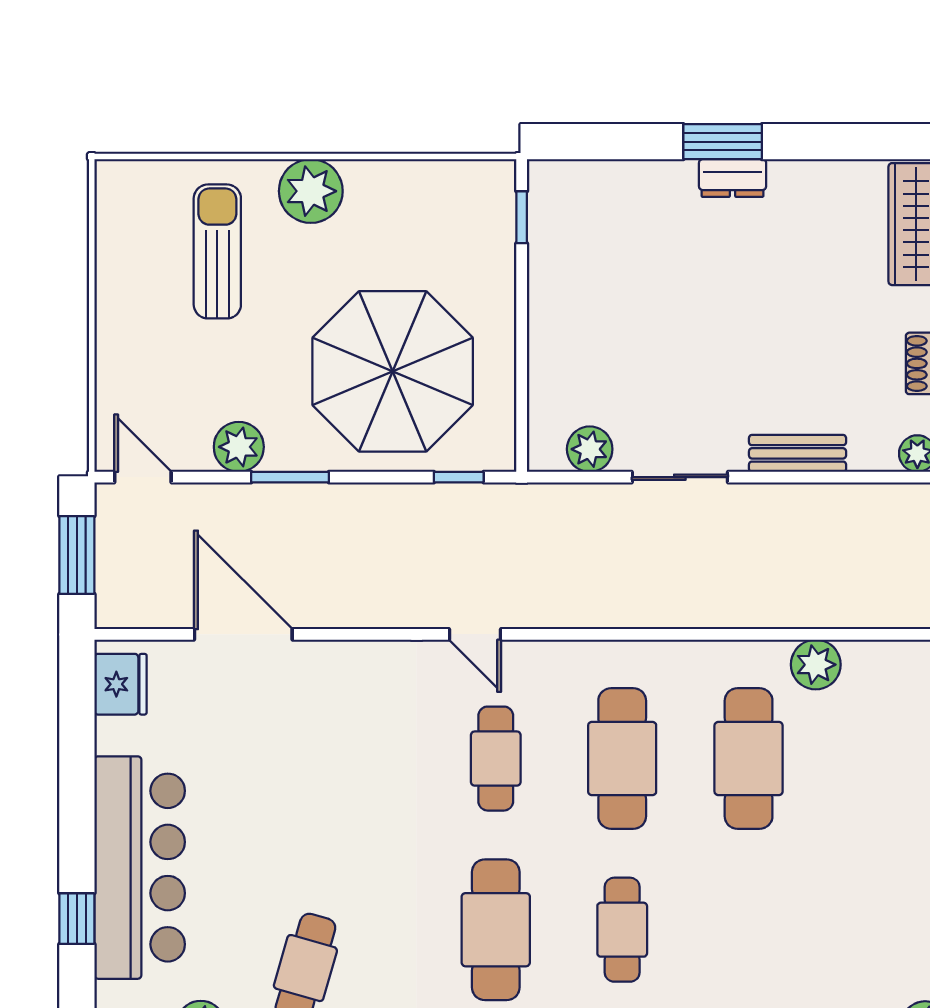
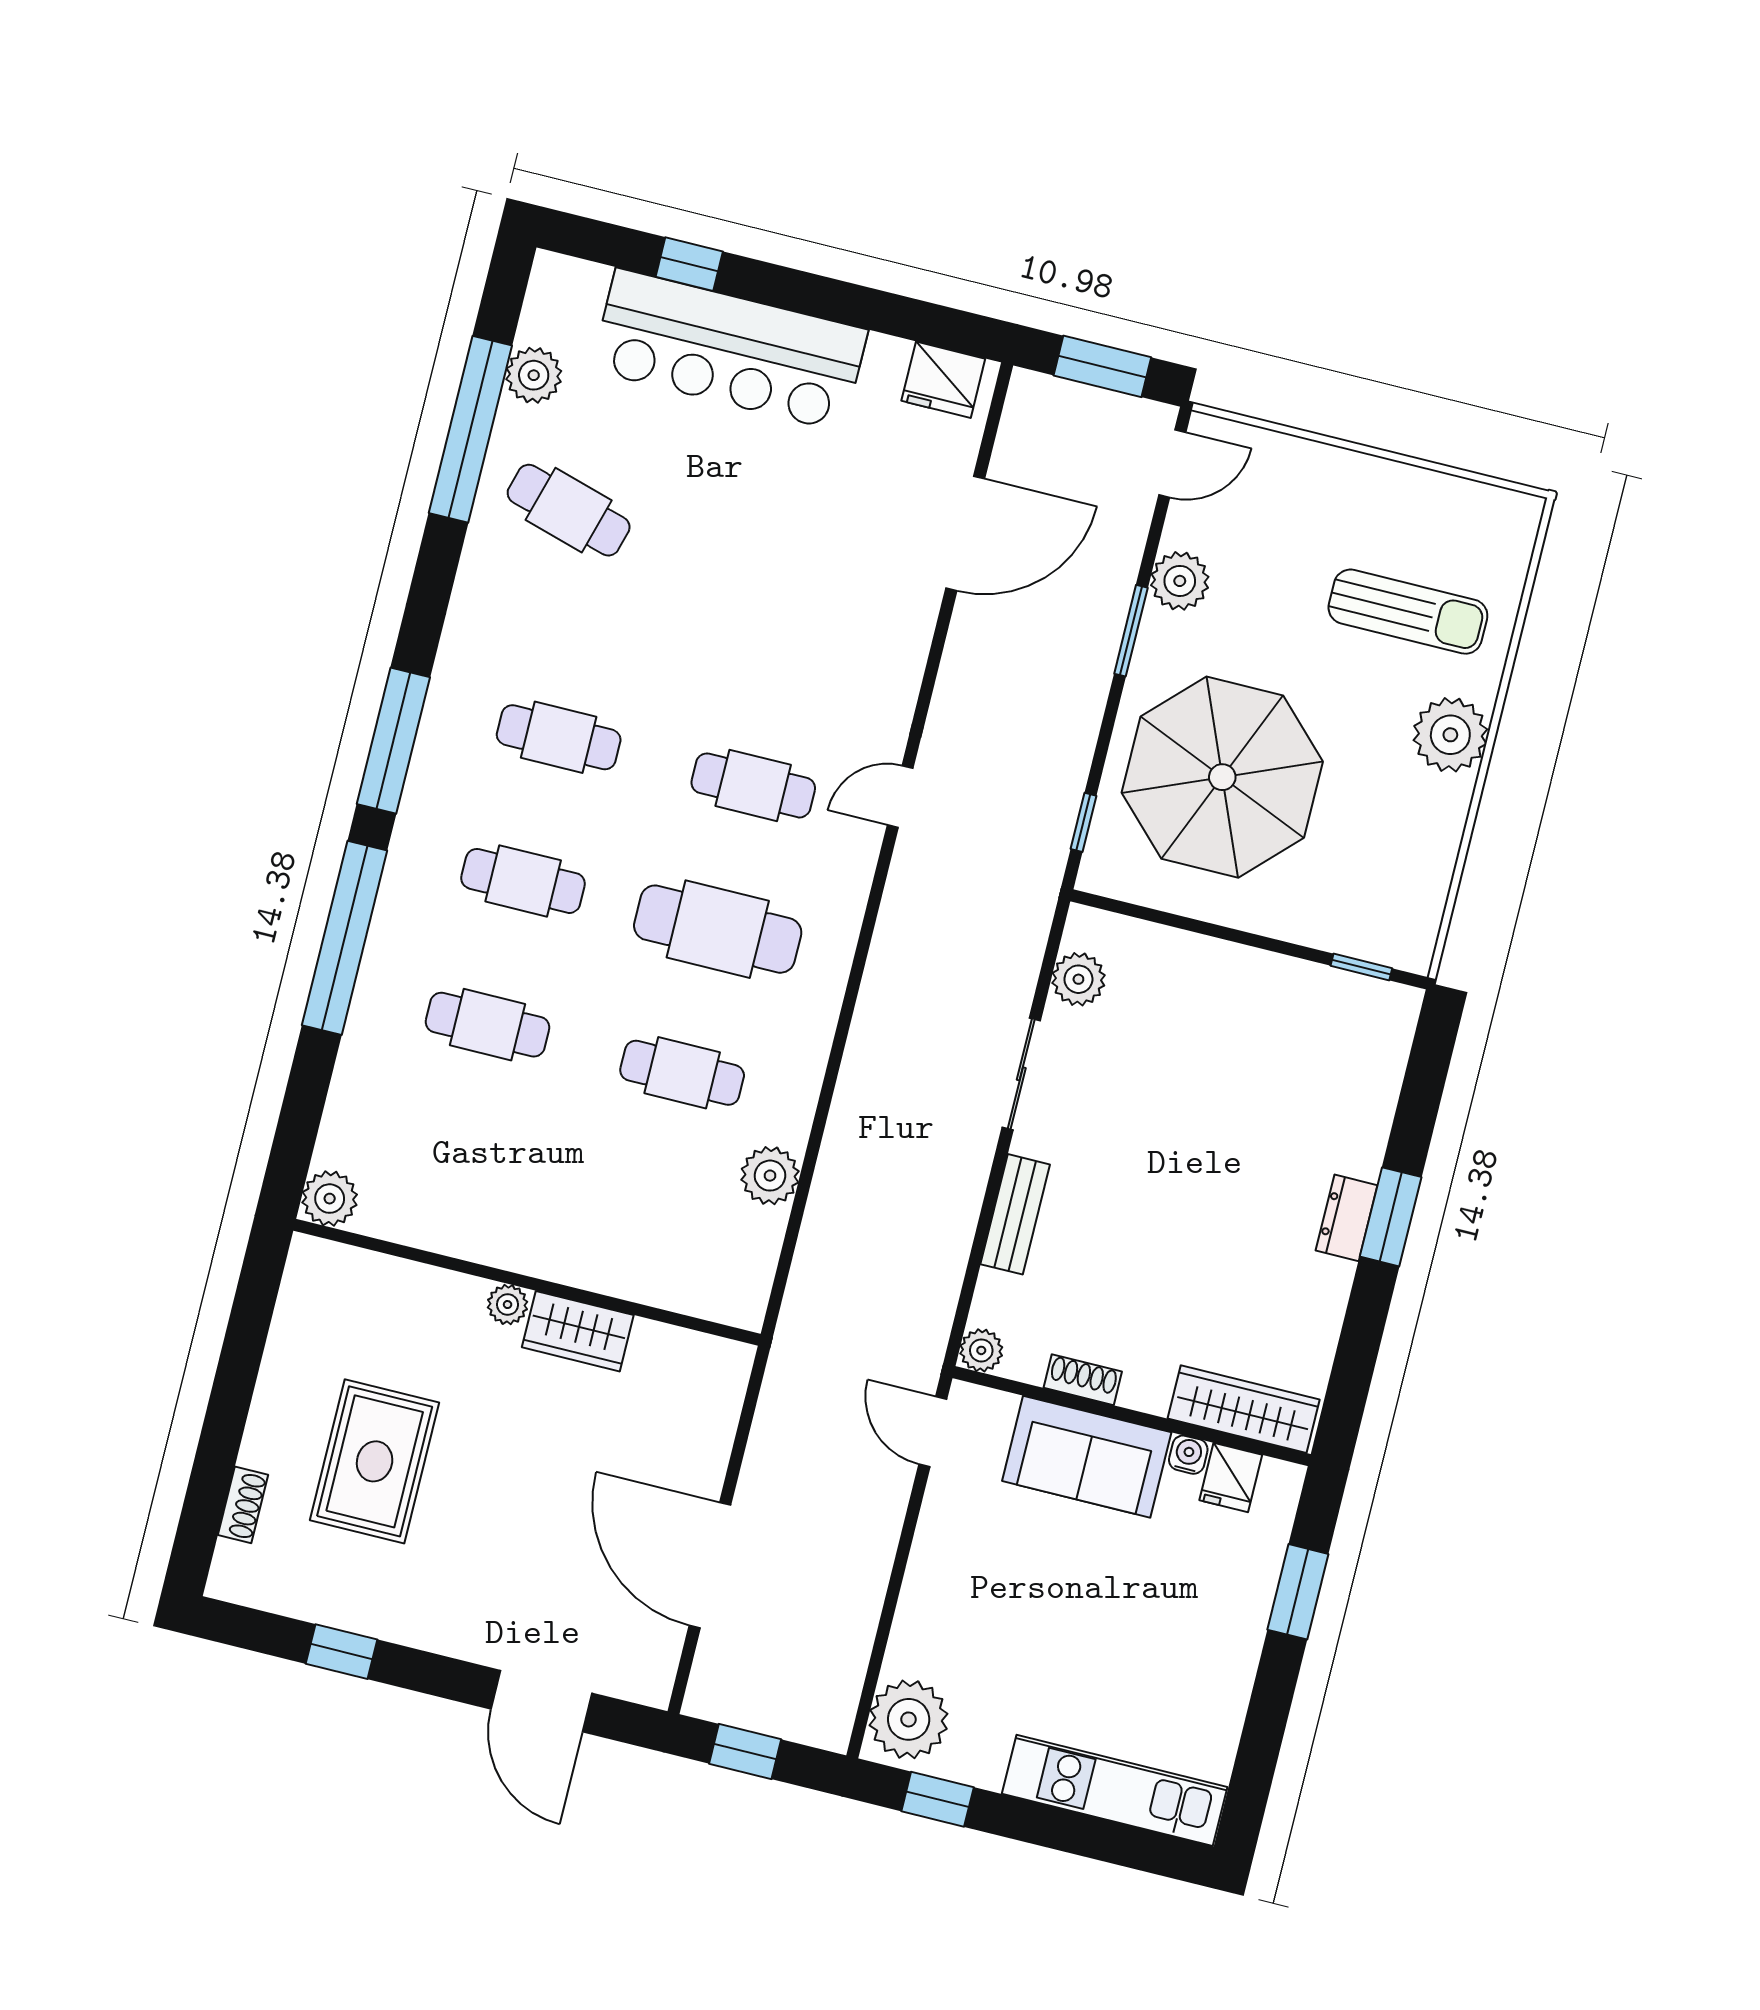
cafe table: (749, 759) -> (682, 1073), width x0.73, depth x0.74
cafe table: (496, 930) -> (559, 737), width x0.73, depth x0.74
cafe table: (749, 930) -> (488, 1025), added

